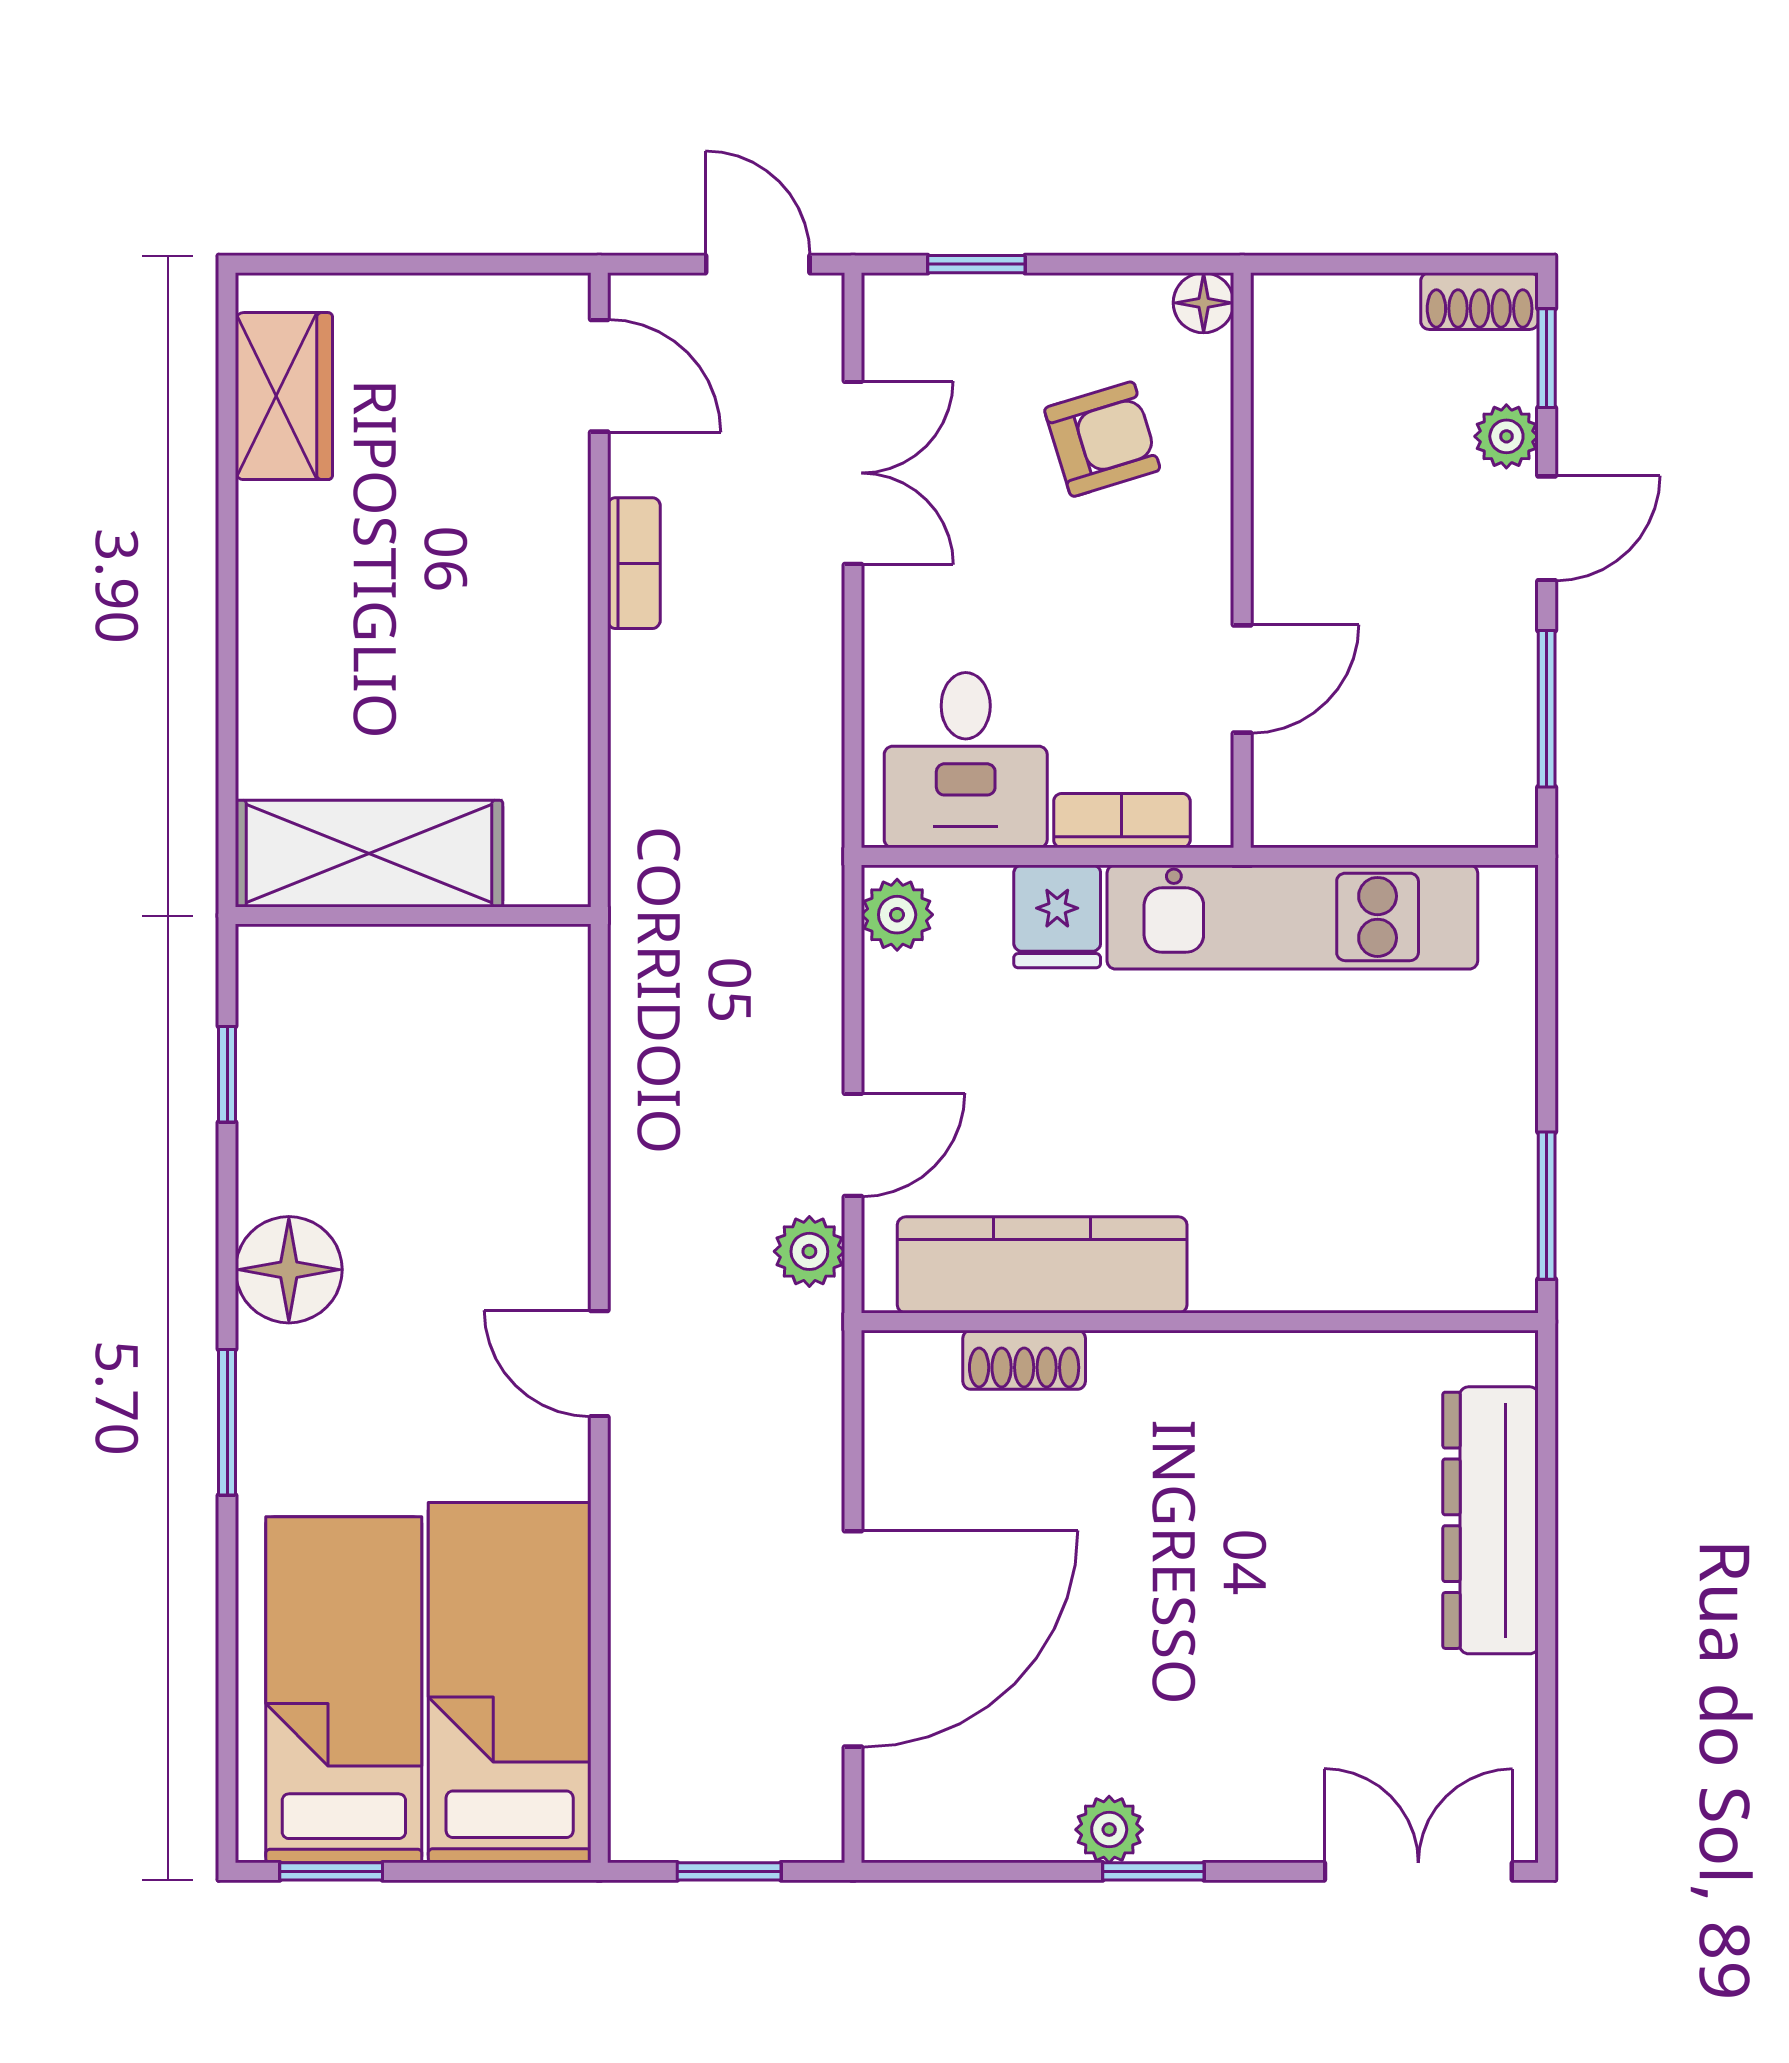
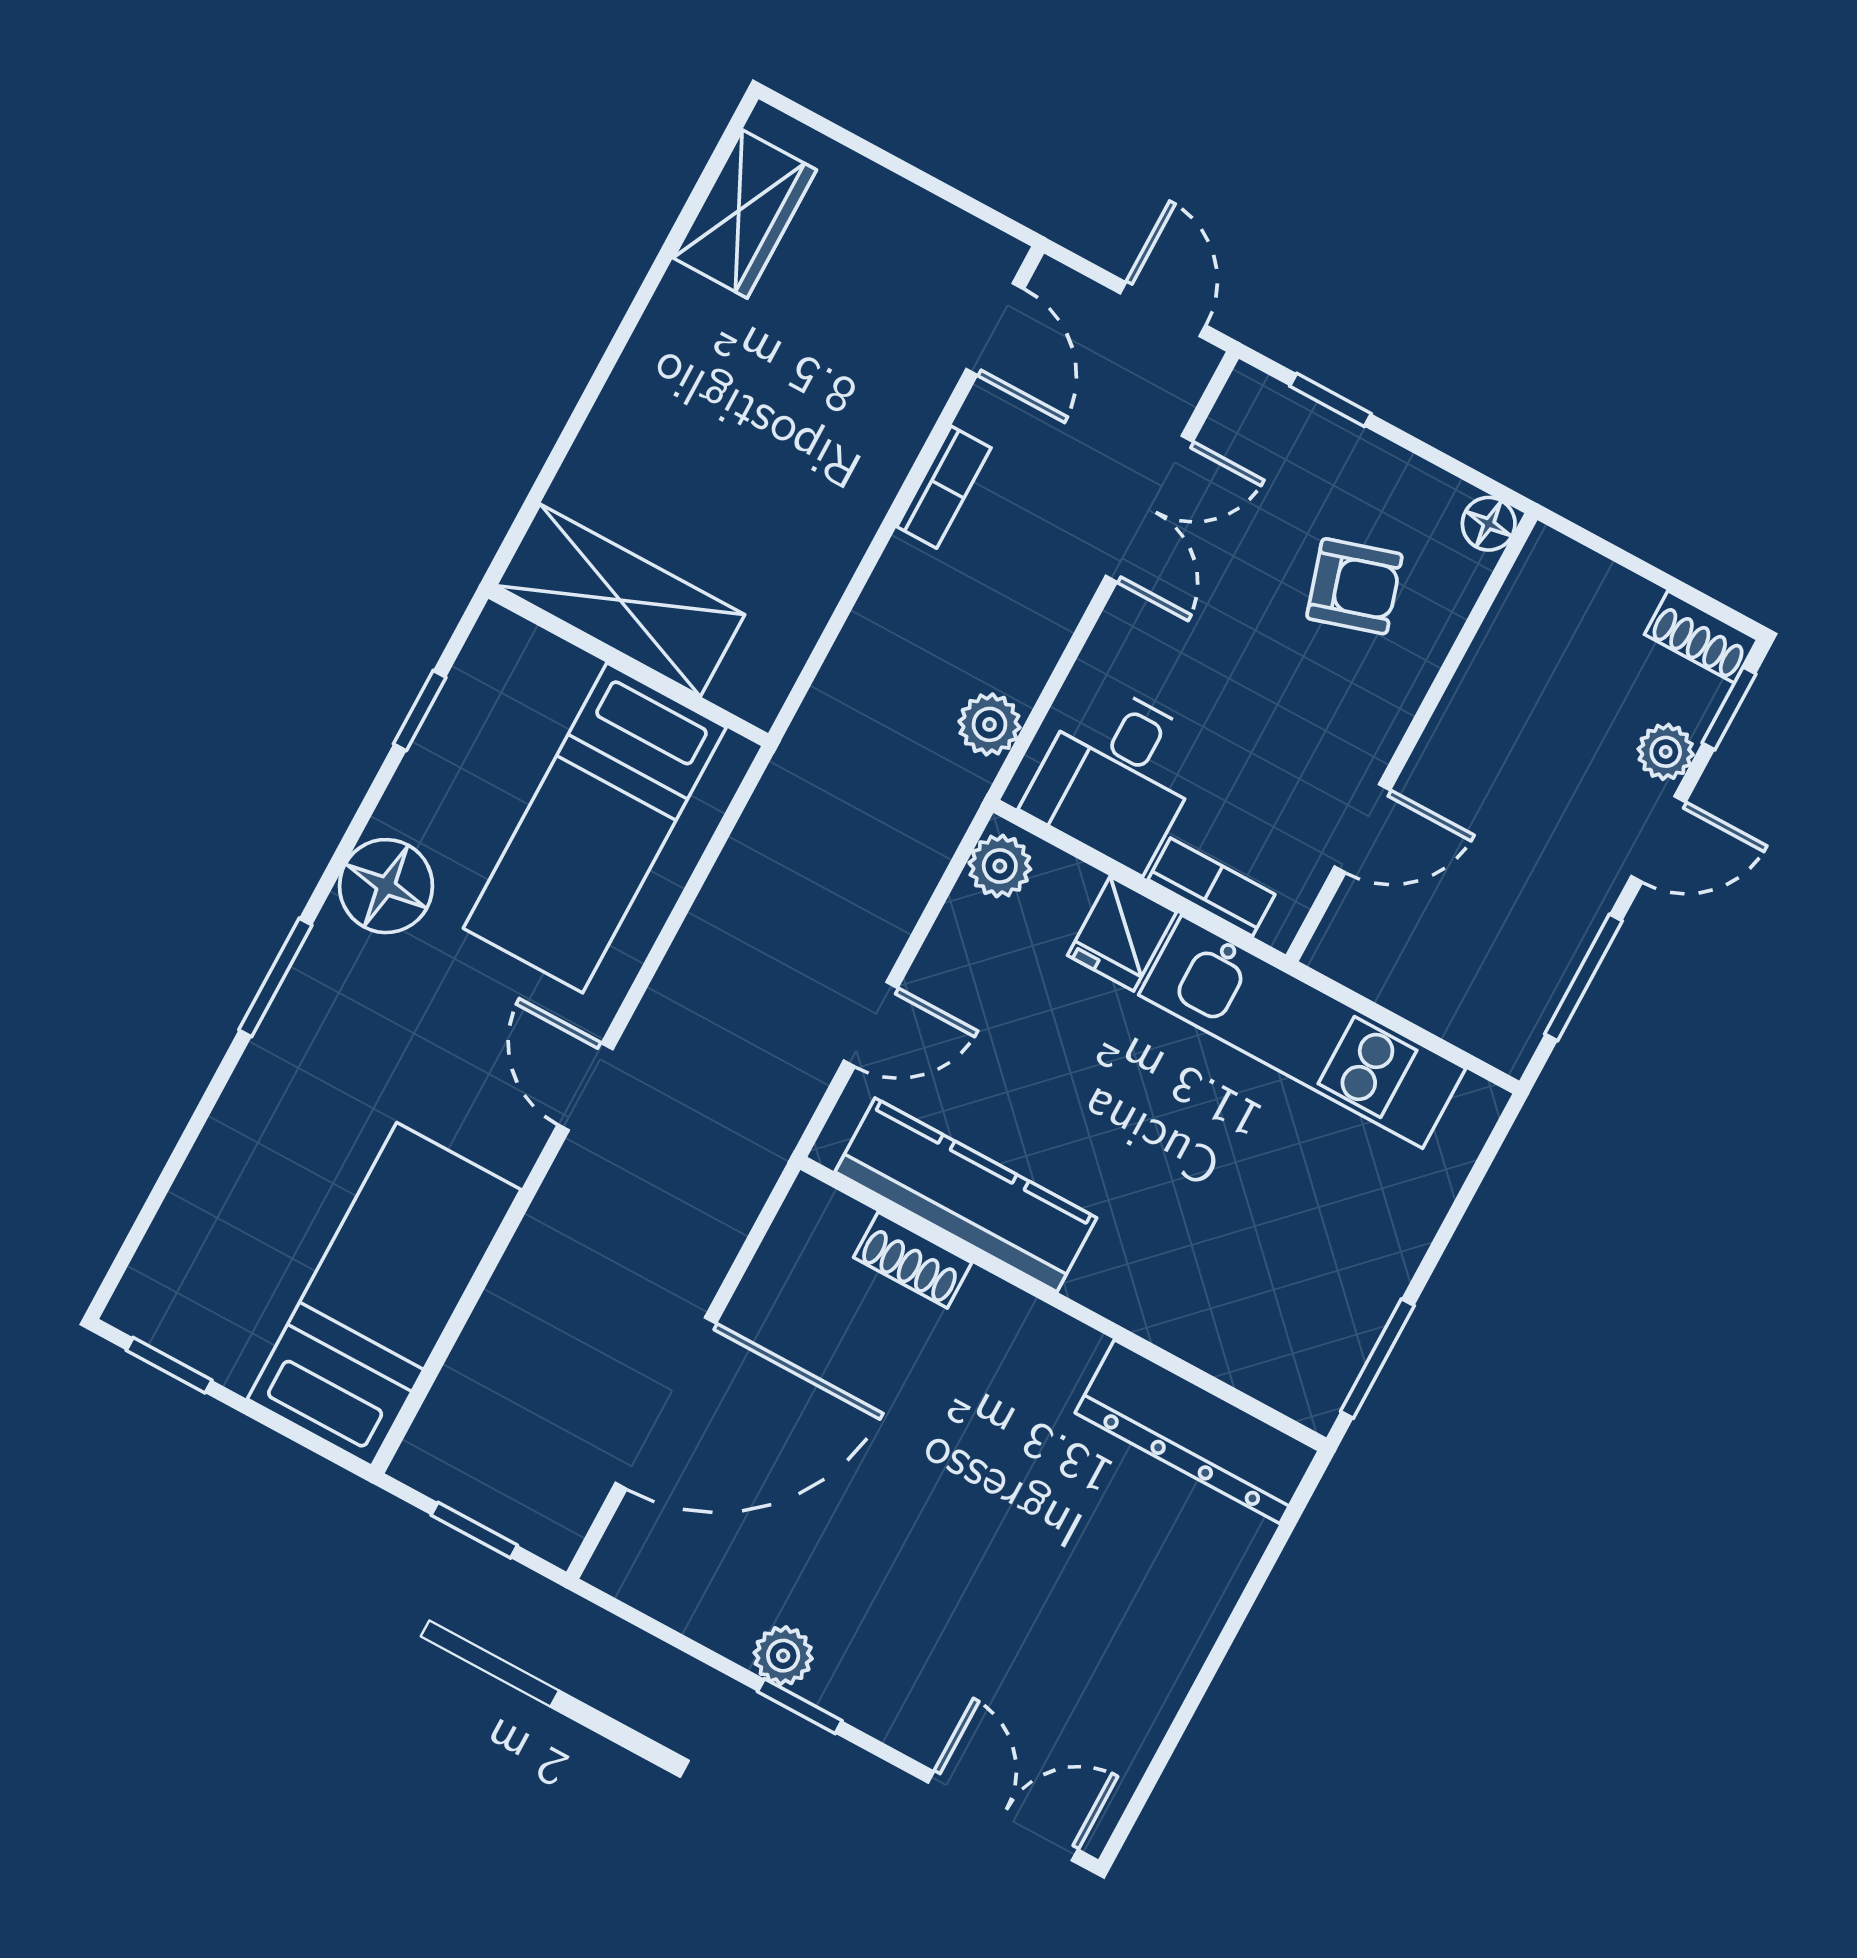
plant: (809, 1251) -> (989, 724), moved
dresser: (1491, 1520) -> (1197, 1432), moved, turned -90
bed: (344, 1690) -> (595, 828), moved, turned 180

